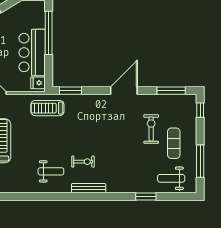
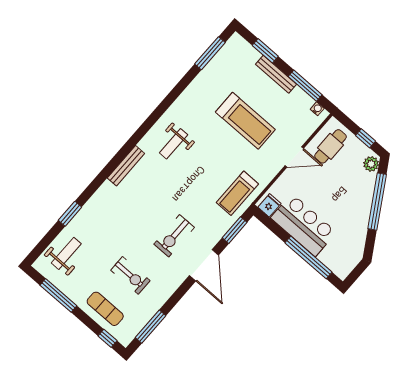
door: (124, 91) -> (204, 265), moved
treadmill: (47, 108) -> (237, 193), turned 180
exercise mat: (174, 143) -> (105, 309), moved
exercise bike: (83, 162) -> (174, 236), moved, width x1.38, depth x1.39

